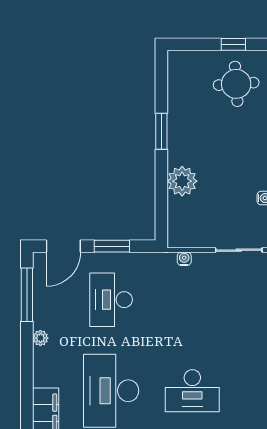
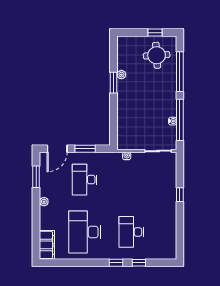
plant: (182, 181) -> (121, 75), moved, width x0.53, depth x0.53
window: (27, 295) -> (36, 177), width x0.69
desk: (192, 391) -> (131, 232), turned 90

